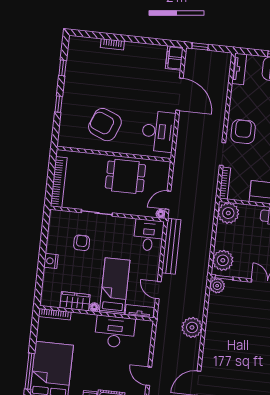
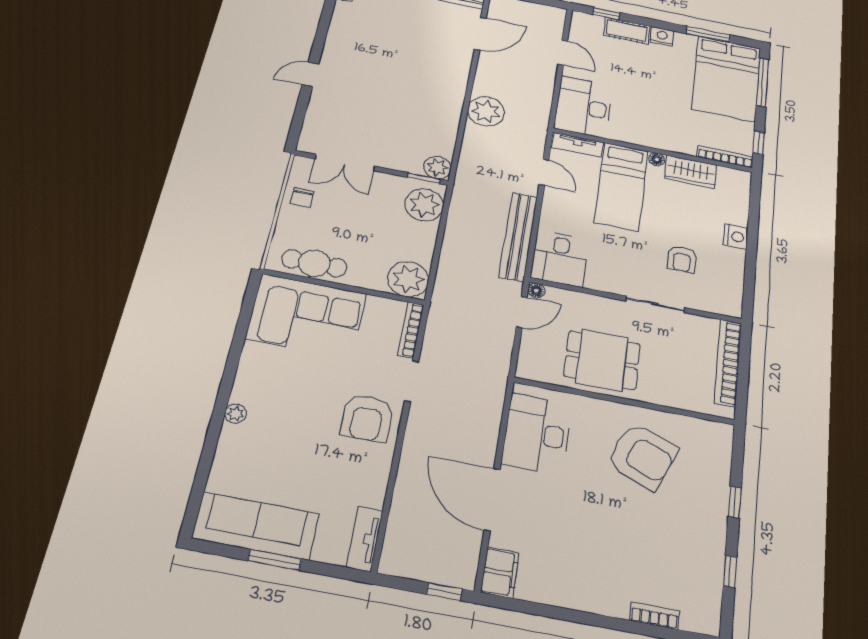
bookcase: (112, 44) -> (655, 616), moved
window: (34, 327) -> (759, 143), added
desk: (115, 332) -> (583, 107), moved, turned 90

